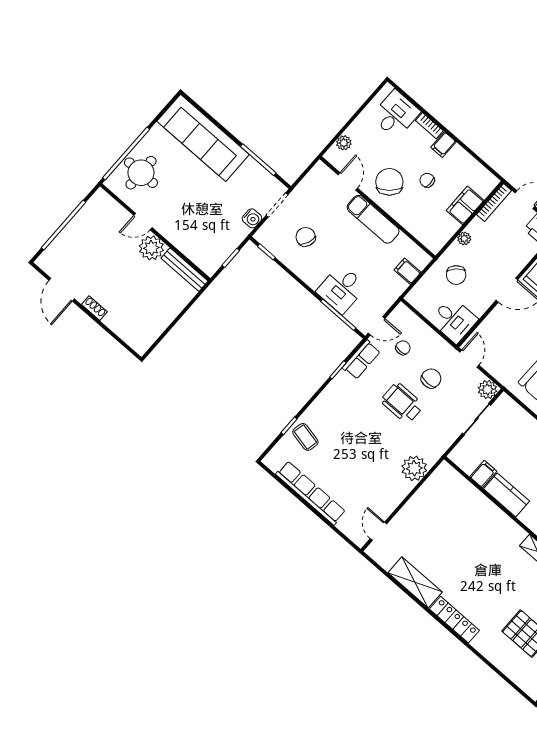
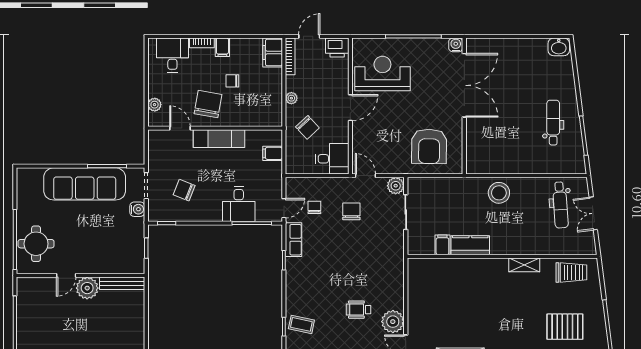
sofa: (203, 138) -> (85, 184), moved
chair: (389, 182) -> (208, 104), turned 51
filing cabinet: (465, 205) -> (273, 52), moved
wheelchair: (402, 403) -> (358, 310), moved, width x0.73, depth x0.73
plant: (414, 468) -> (393, 322), moved

